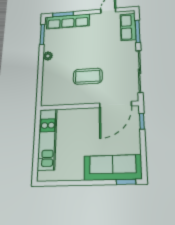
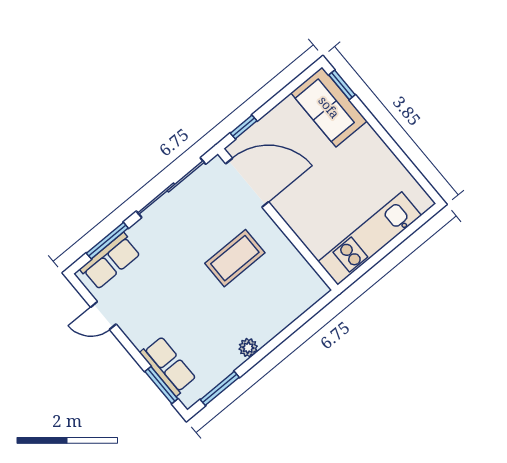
row of seats: (68, 21) -> (168, 366), width x0.68
coffee table: (88, 76) -> (235, 258), turned 90
sofa: (113, 167) -> (329, 107), width x0.73

